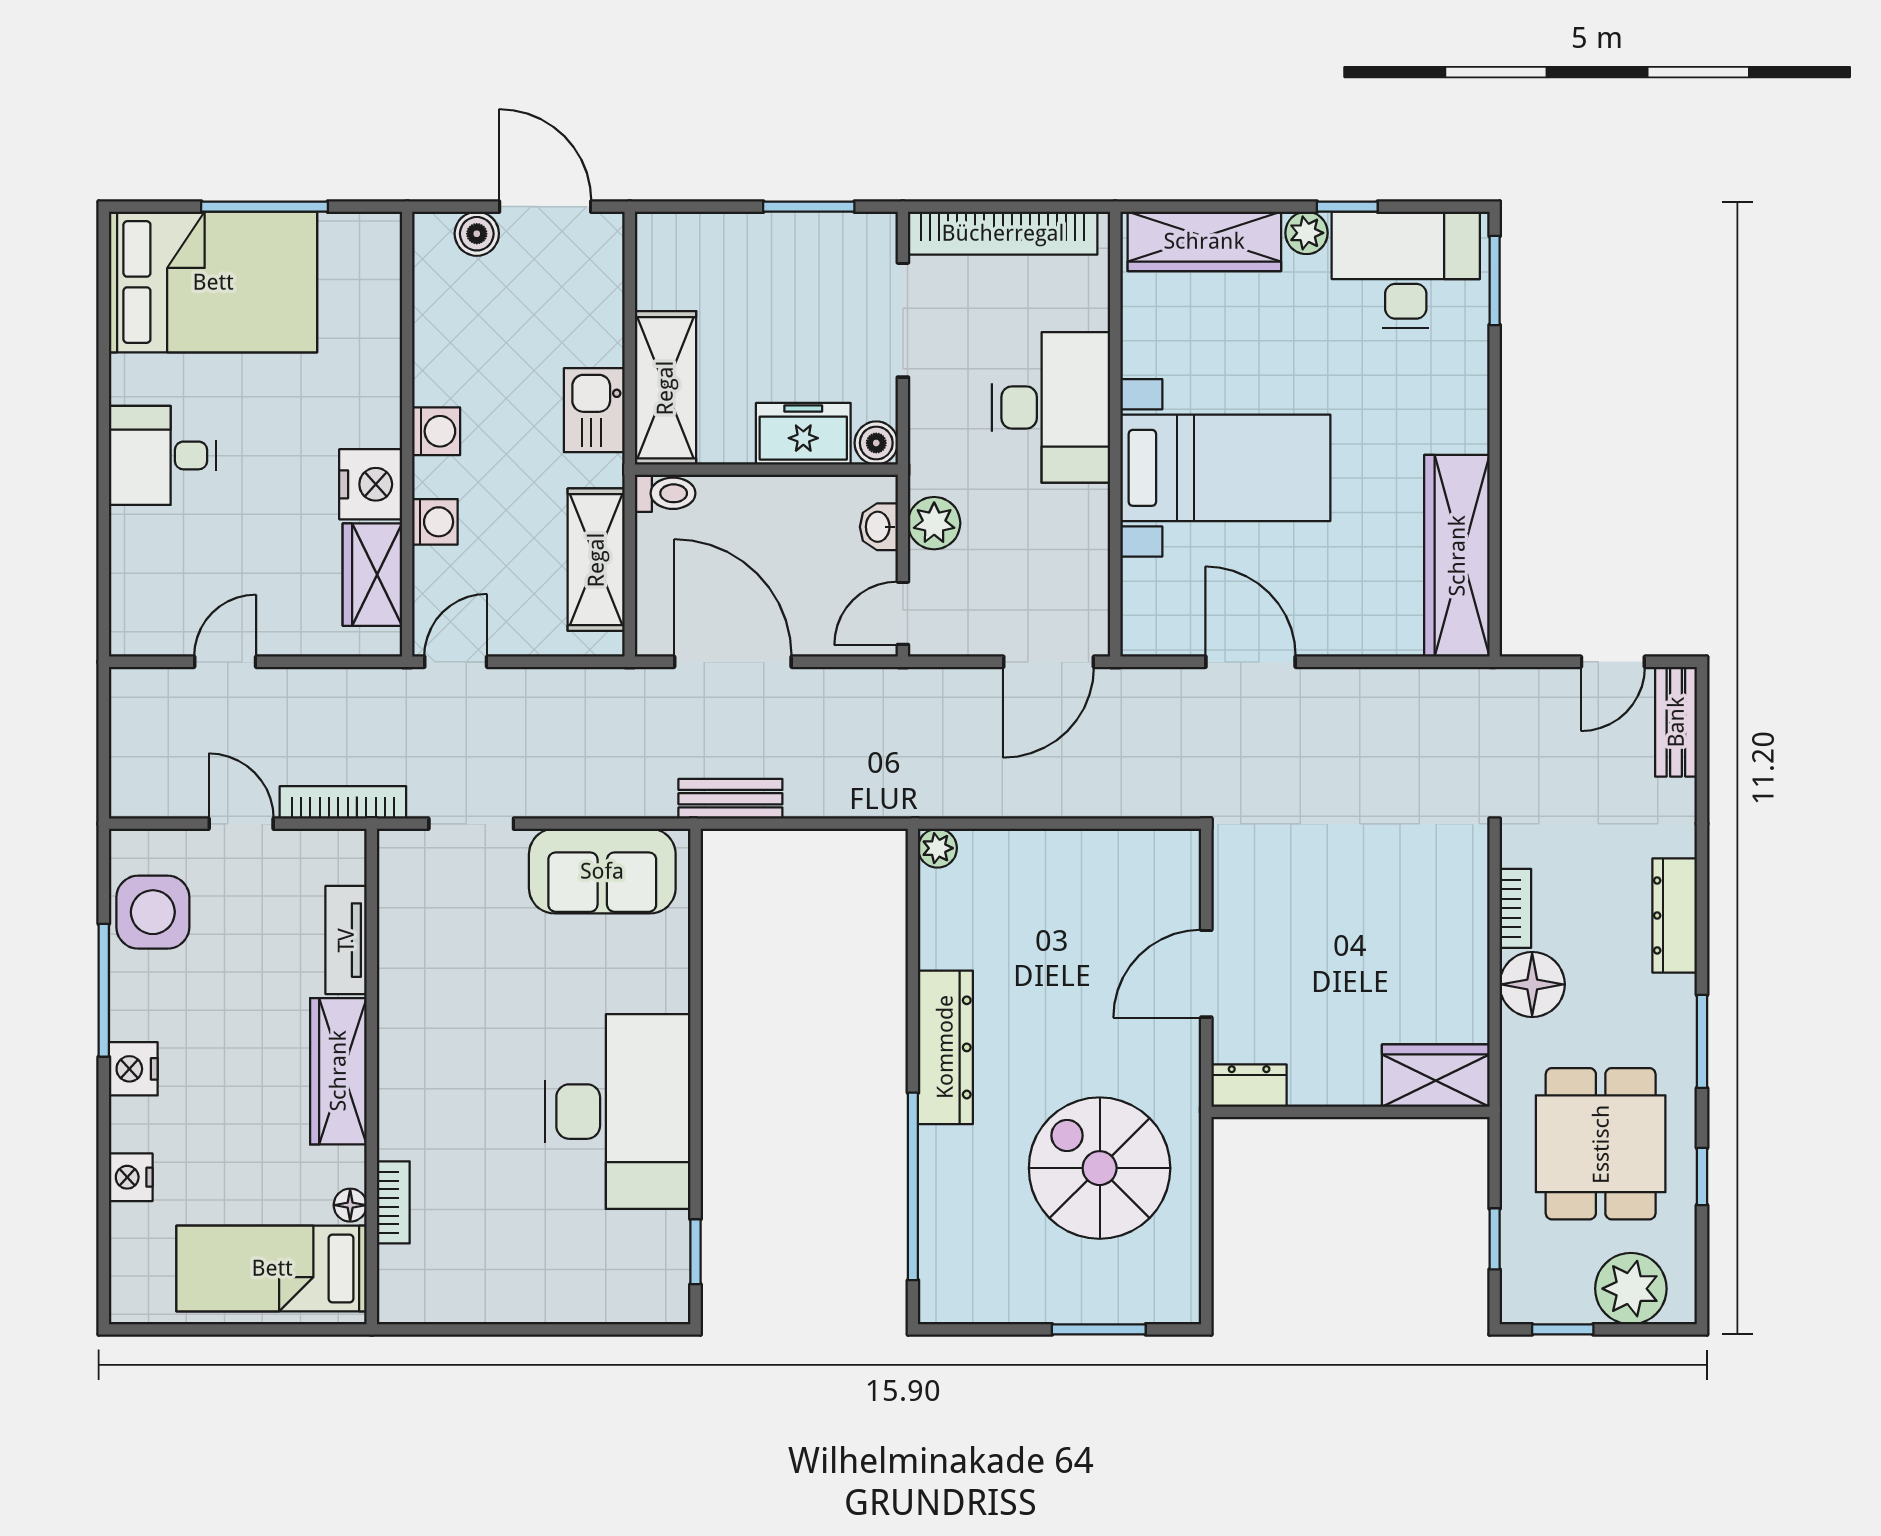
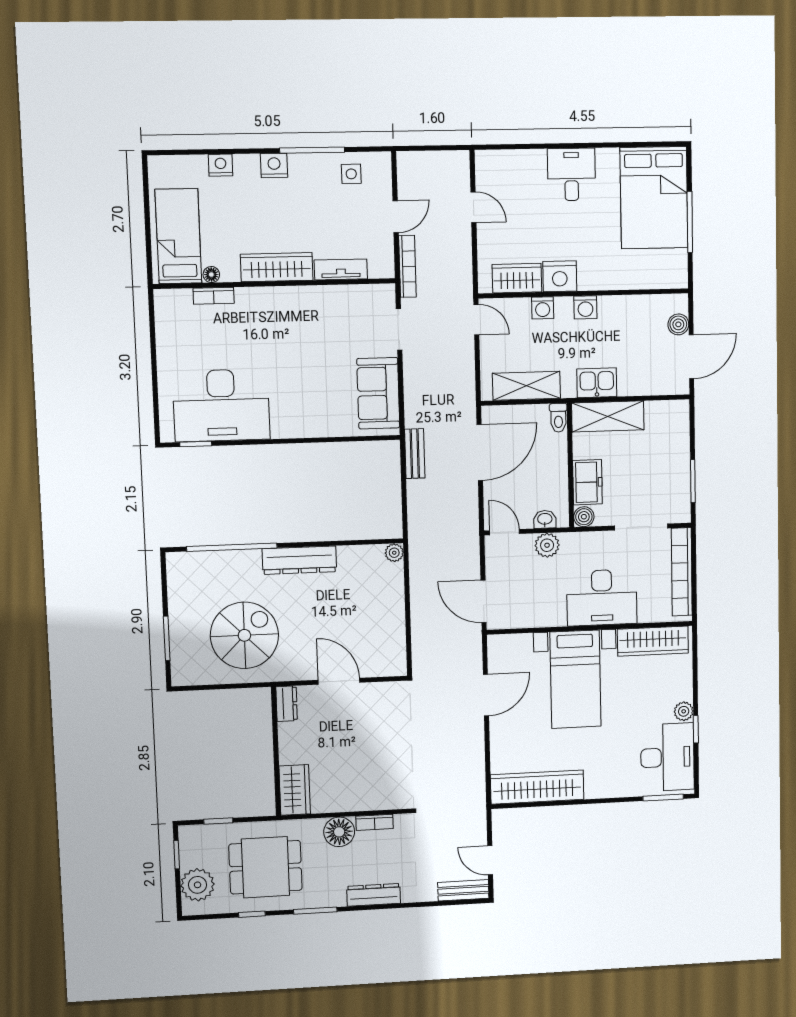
wardrobe: (1204, 241) -> (653, 641), moved, turned -90
side table: (153, 912) -> (351, 174), width x0.54, depth x0.54
desk: (618, 1112) -> (221, 405), moved

